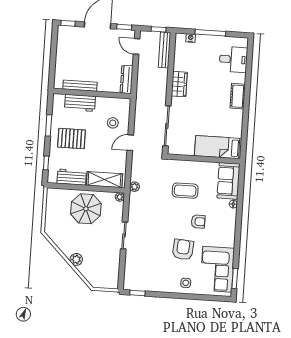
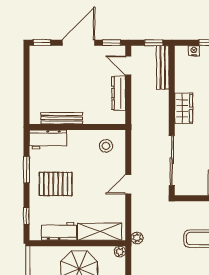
dresser: (127, 79) -> (119, 93), moved
workbench: (80, 103) -> (48, 139), moved
stool: (113, 123) -> (106, 146), moved

